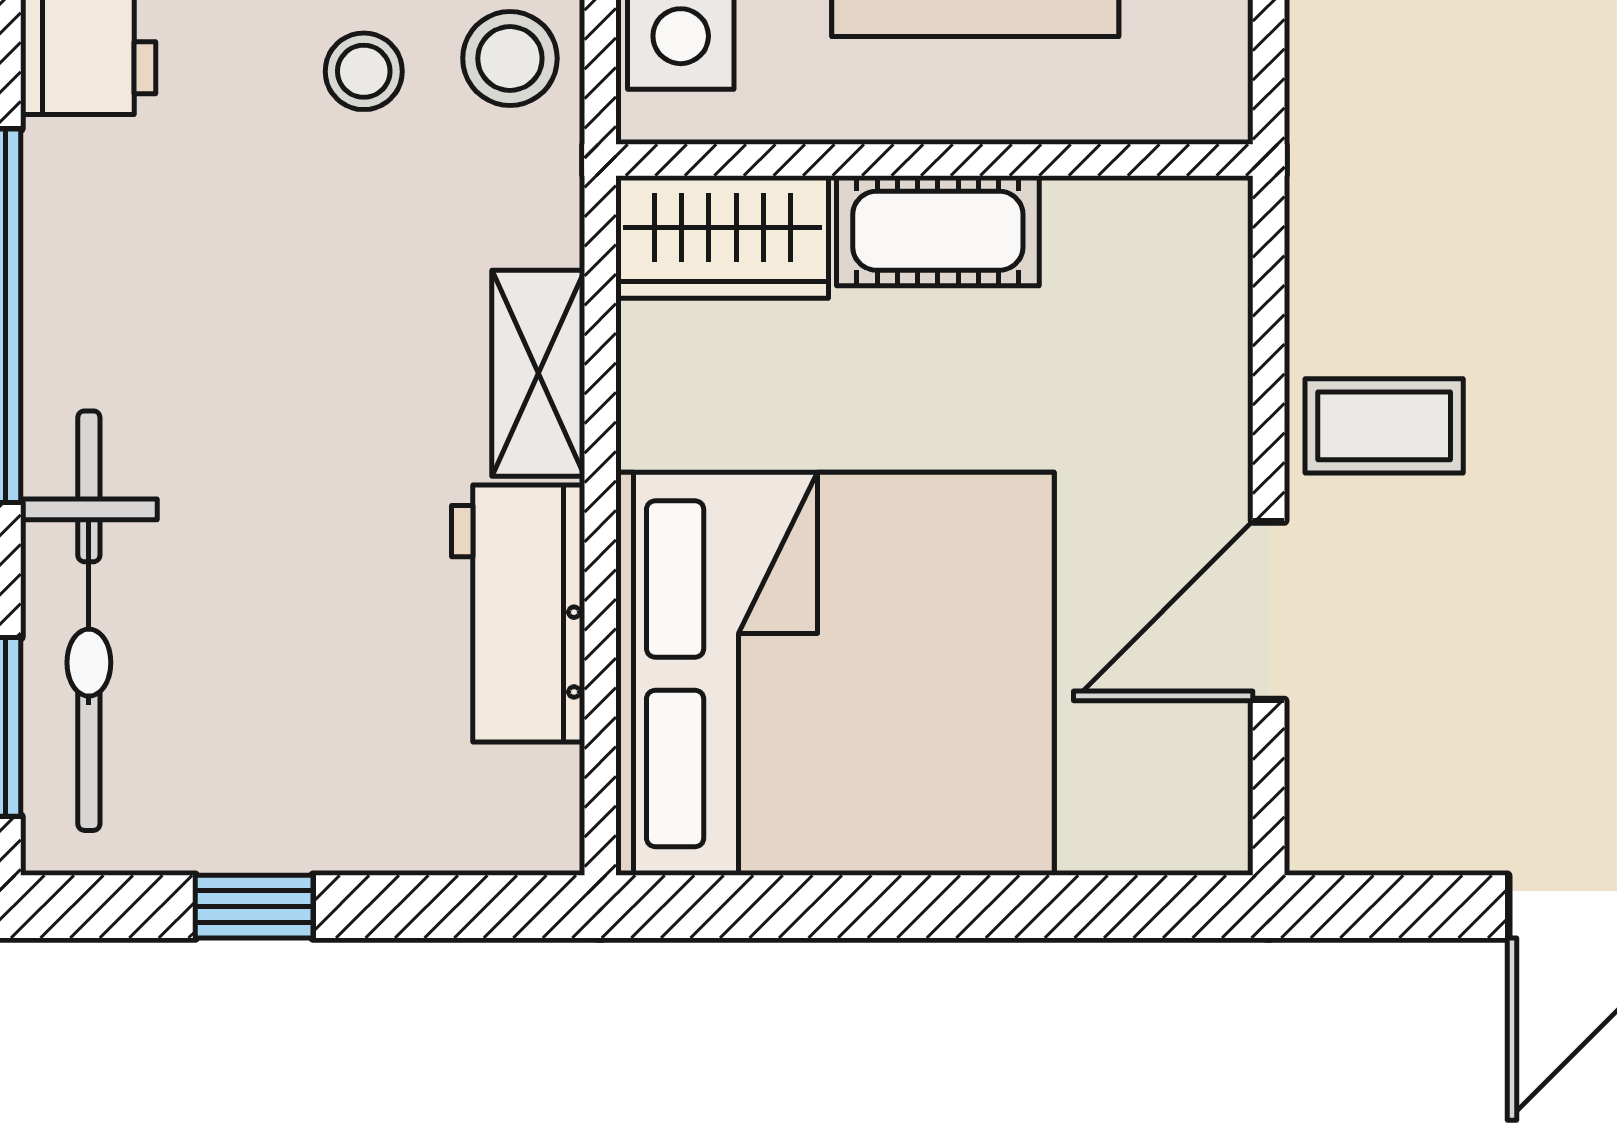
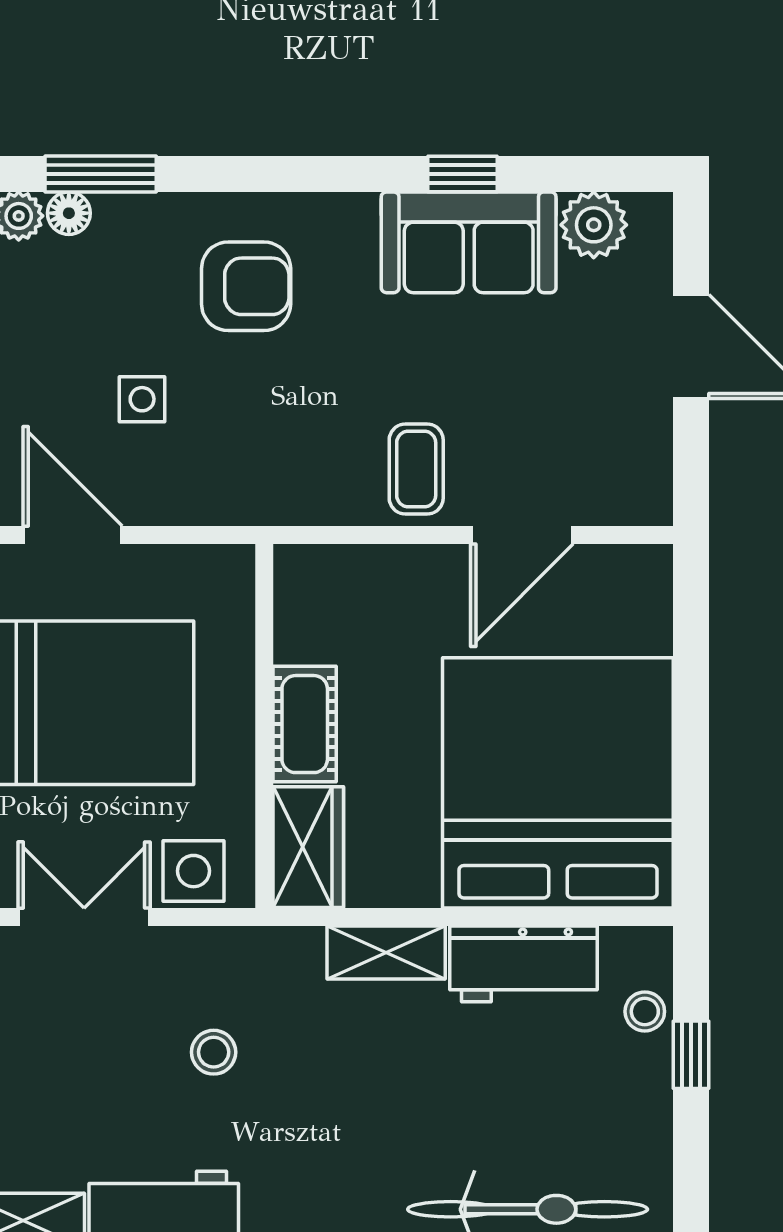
stool: (510, 58) -> (645, 1011), moved, width x0.73, depth x0.73
door: (1269, 611) -> (522, 535), hinge flipped
window: (254, 907) -> (691, 1055), moved

